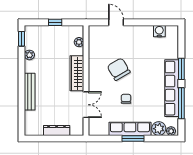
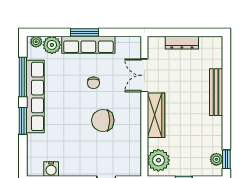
plant: (79, 42) -> (158, 160), width x1.88, depth x1.88
plant: (29, 55) -> (216, 159), moved
chair: (119, 69) -> (103, 120), turned 120

